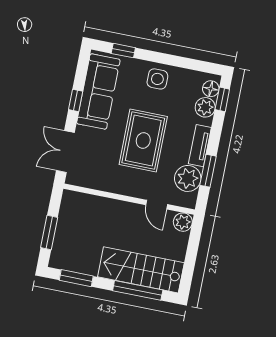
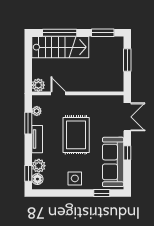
plant: (188, 178) -> (37, 111), width x0.53, depth x0.53

